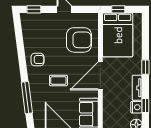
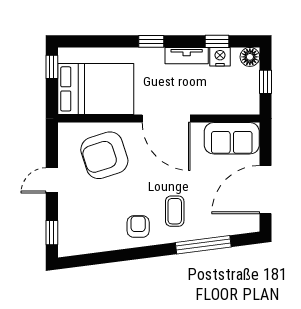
window: (118, 9) -> (52, 67), moved
armchair: (79, 40) -> (104, 155), turned -108
coffee table: (58, 80) -> (175, 211), moved

